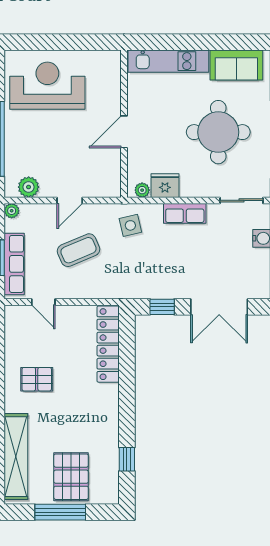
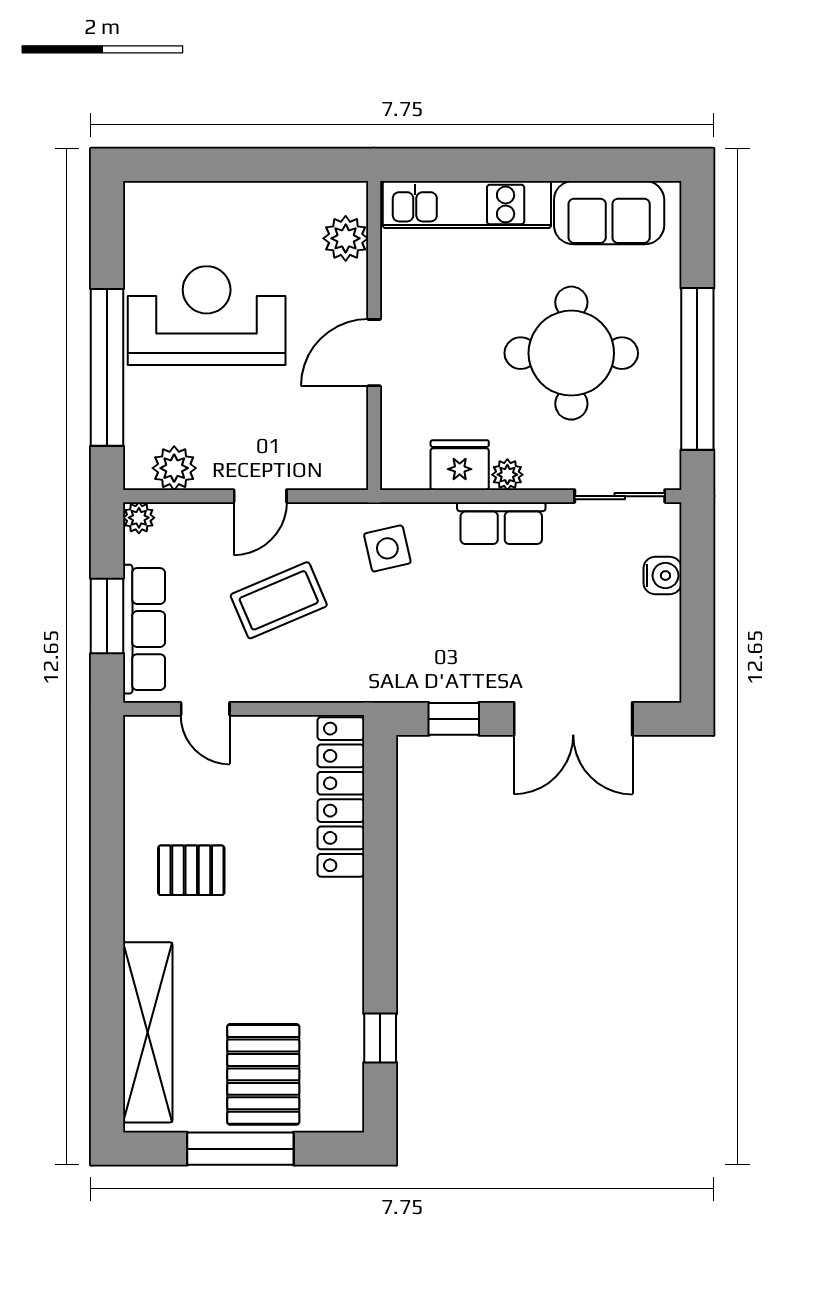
plant: (110, 77) -> (346, 238), added
reception desk: (47, 86) -> (207, 316), moved
plant: (142, 190) -> (507, 475), moved

